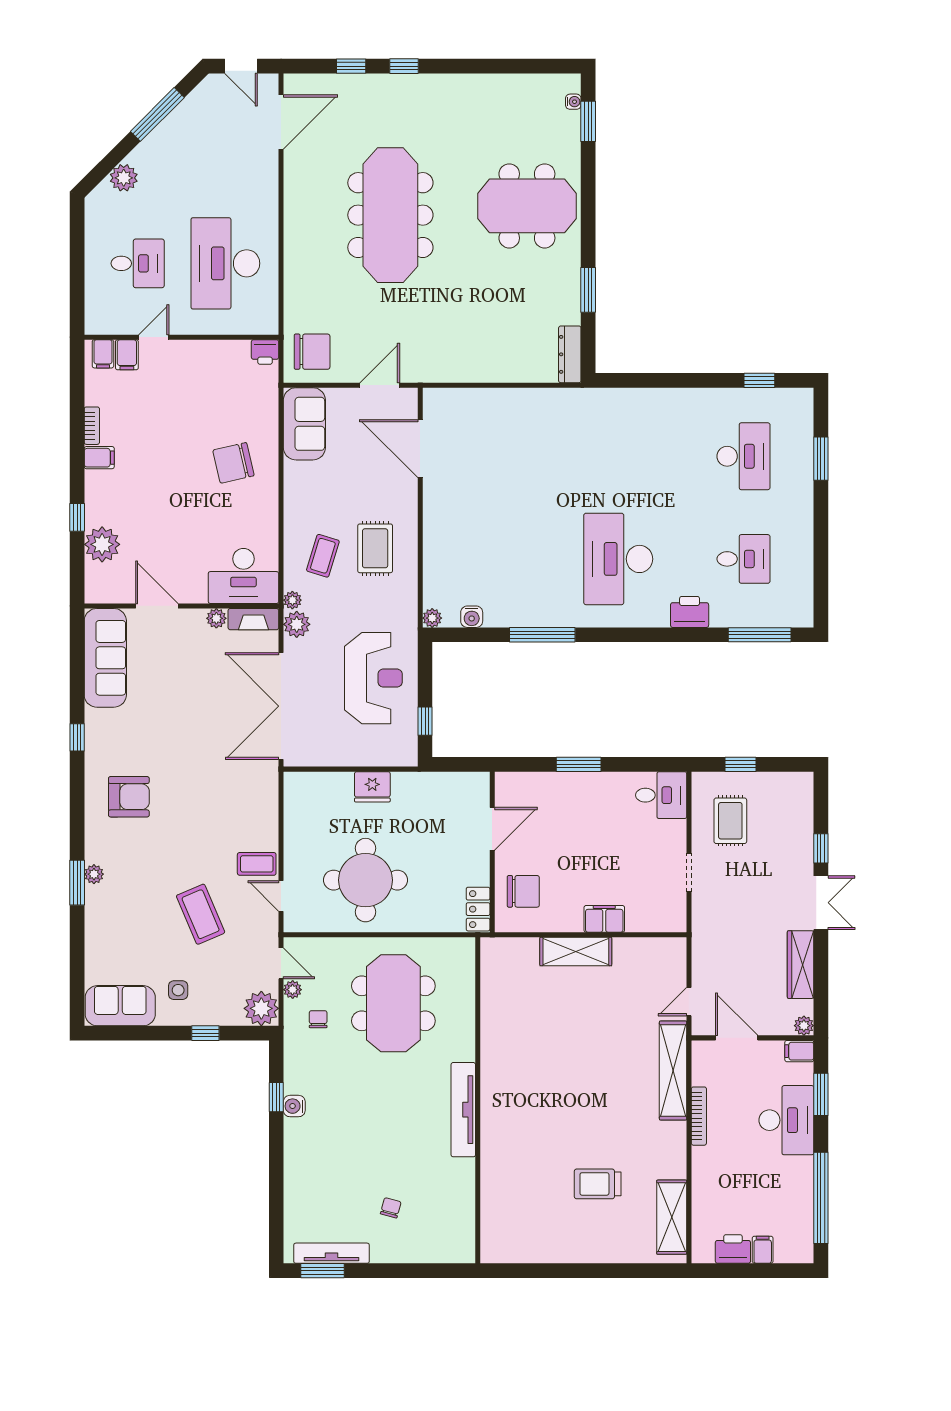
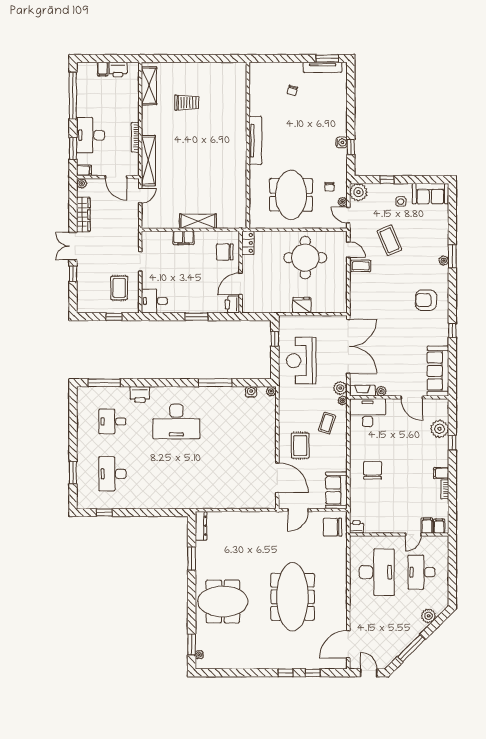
desk: (138, 263) -> (421, 572), width x1.37
chair: (233, 463) -> (373, 470), turned -77
rug: (375, 548) -> (300, 446), moved
desk: (618, 559) -> (176, 421), turned 90
printer: (509, 788) -> (232, 304), added

